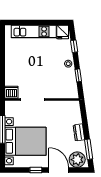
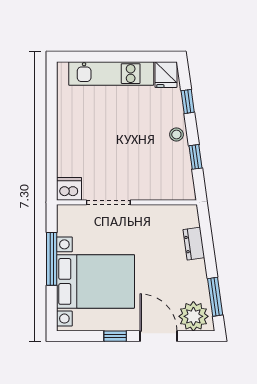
dresser: (79, 132) -> (194, 244), moved

